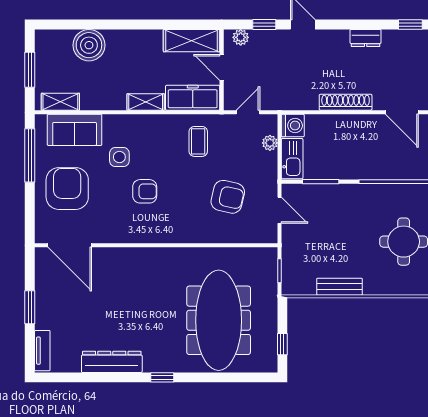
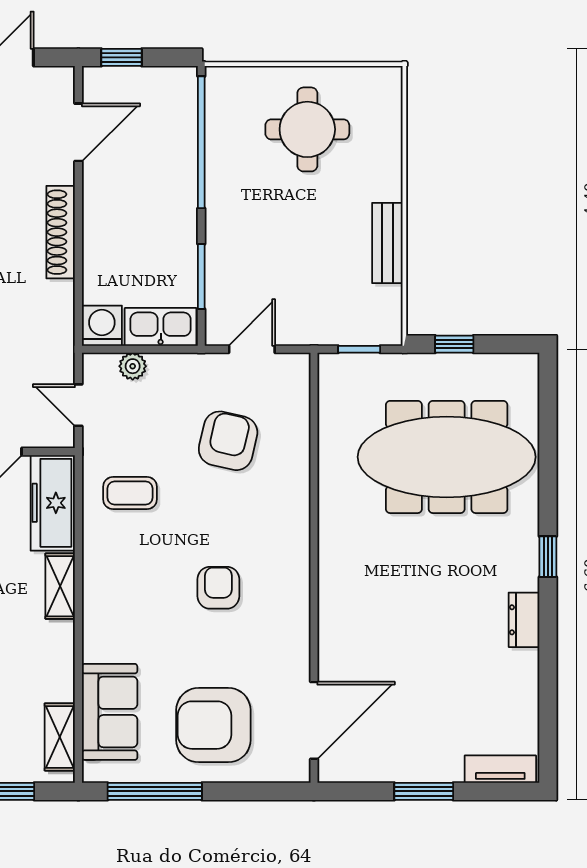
side table: (119, 157) -> (158, 633), removed
window: (282, 344) -> (454, 344), moved
dresser: (112, 362) -> (524, 620), width x0.51, depth x0.80

